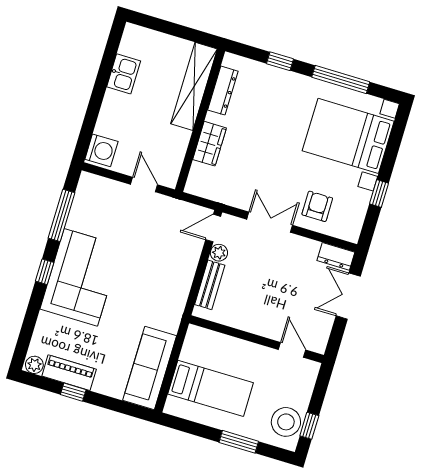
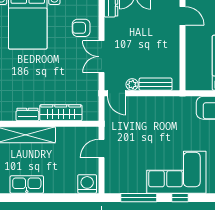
kitchen sink: (124, 74) -> (27, 184), width x1.38
dresser: (223, 91) -> (27, 115), width x0.70
wardrobe: (210, 144) -> (61, 113), width x1.50
door: (292, 350) -> (183, 16), swing flipped

